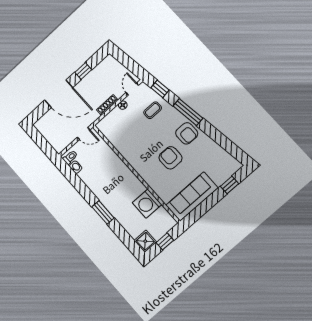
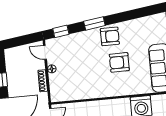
coffee table: (153, 110) -> (73, 49), removed
window: (188, 112) -> (94, 23), width x0.69

